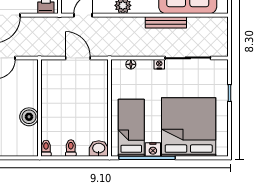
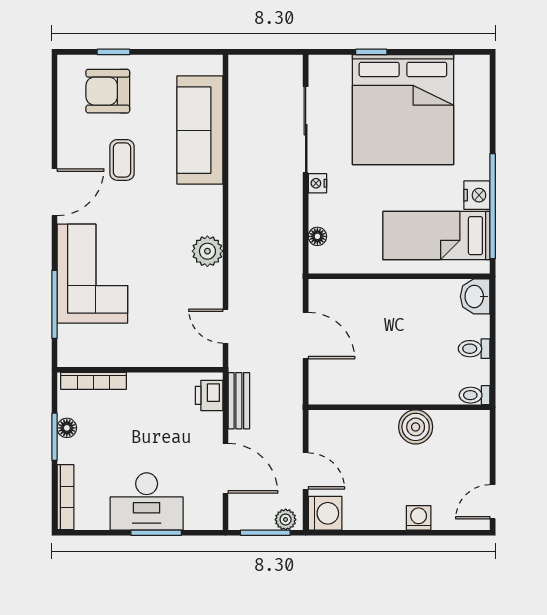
bench: (166, 22) -> (239, 401), moved, width x0.73
door: (78, 58) -> (306, 336), swing flipped
bed: (189, 127) -> (403, 110), moved, turned -90

